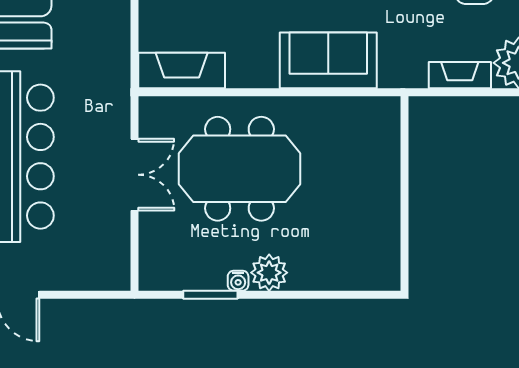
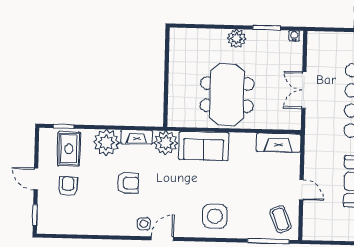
plant: (403, 65) -> (166, 143), added
meeting table: (239, 169) -> (227, 95), moved, turned 90
water cooler: (238, 281) -> (294, 36), moved

